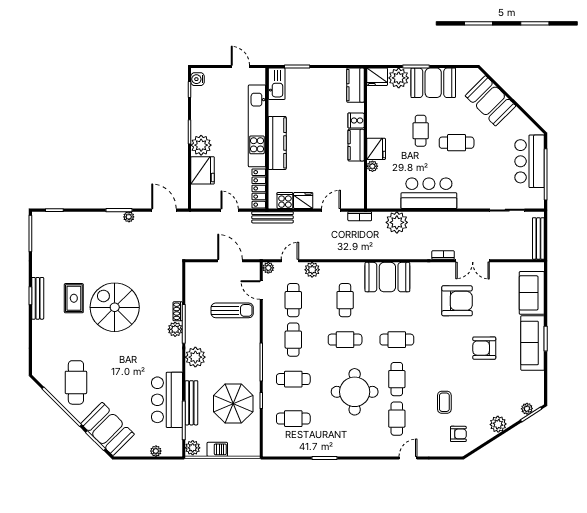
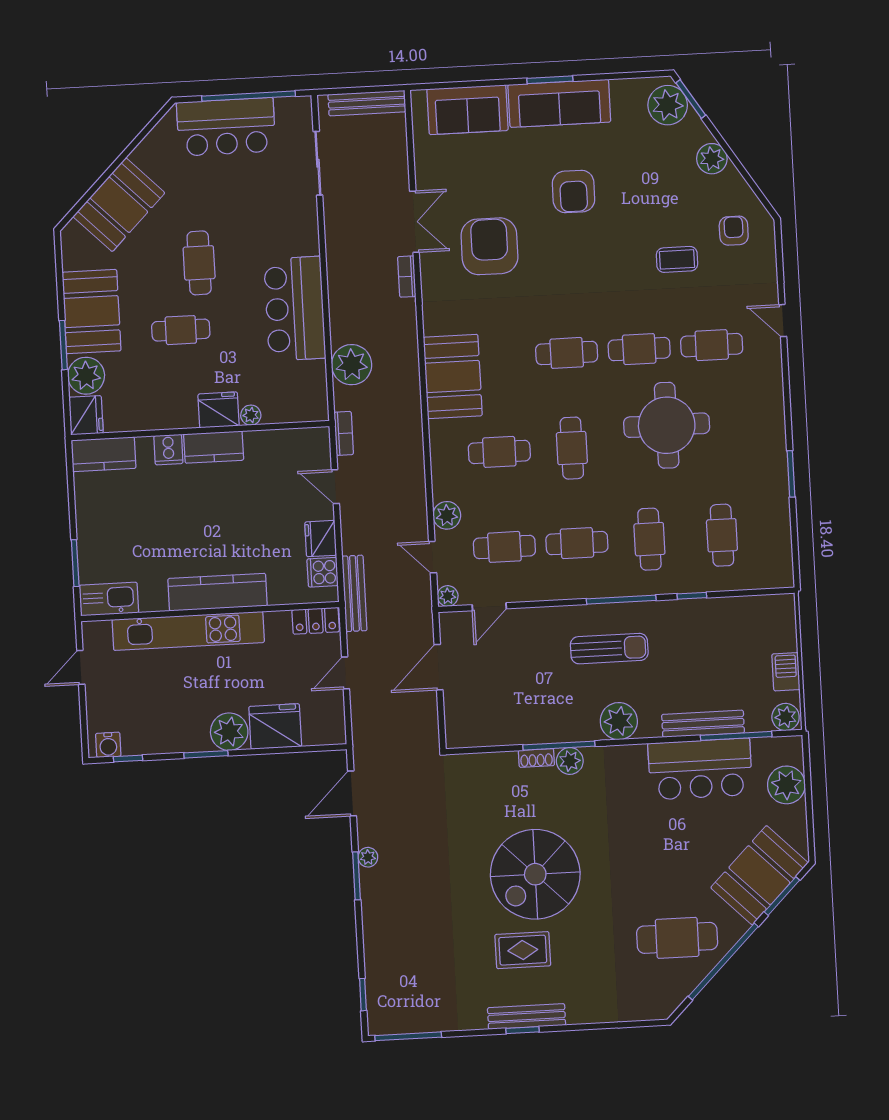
locker: (259, 188) -> (316, 621), width x0.66
sun lounger: (232, 310) -> (609, 649), moved, turned 90
cafe table: (397, 340) -> (567, 353), turned 90
parasol: (233, 404) -> (700, 647), removed
plant: (527, 409) -> (668, 105), width x1.87, depth x1.87
plant: (156, 451) -> (786, 785), width x1.88, depth x1.88

